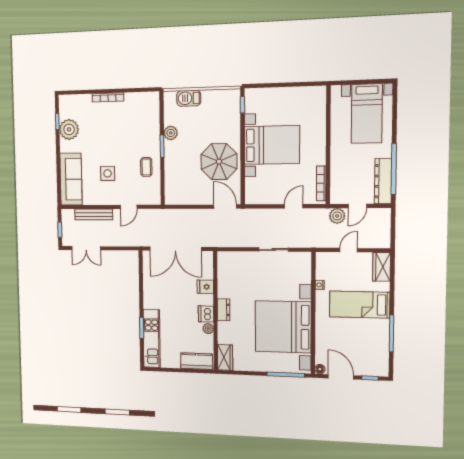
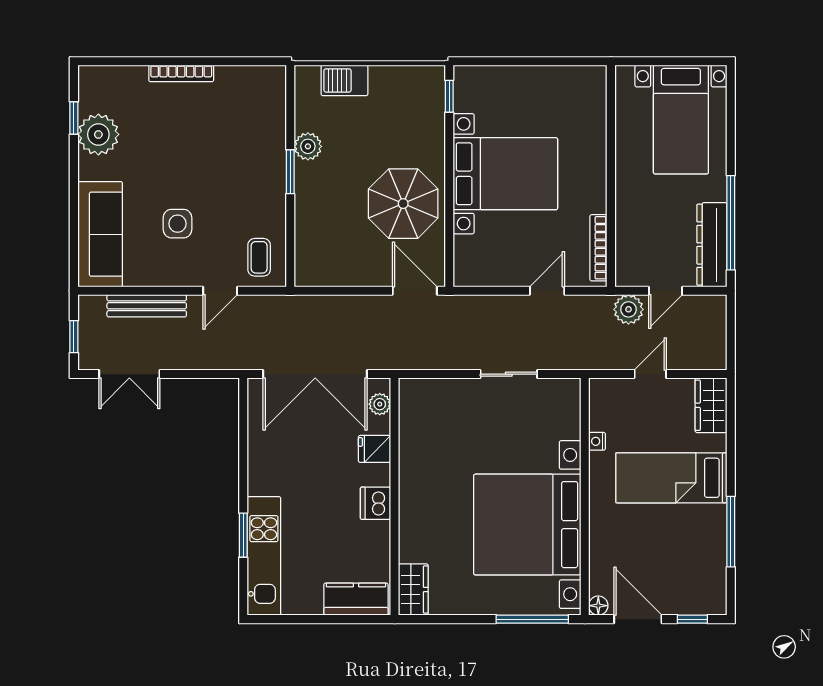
coffee table: (146, 167) -> (259, 257), moved
dresser: (224, 310) -> (411, 494), removed
plant: (208, 328) -> (380, 404), moved

